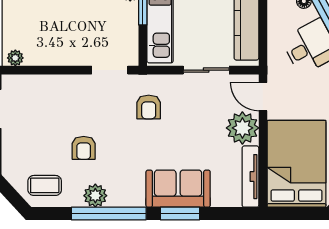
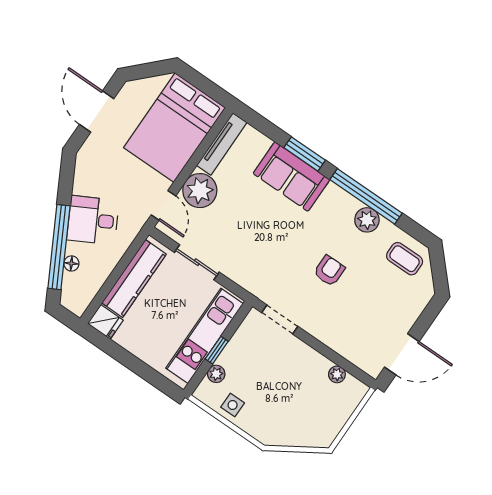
plant: (15, 58) -> (337, 374), moved
armchair: (149, 107) -> (268, 264), removed
armchair: (84, 148) -> (329, 271), moved

